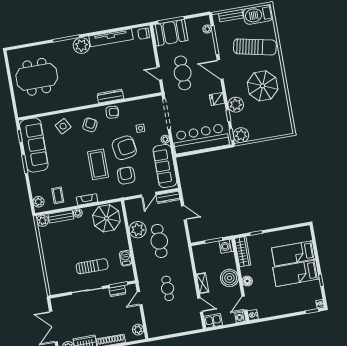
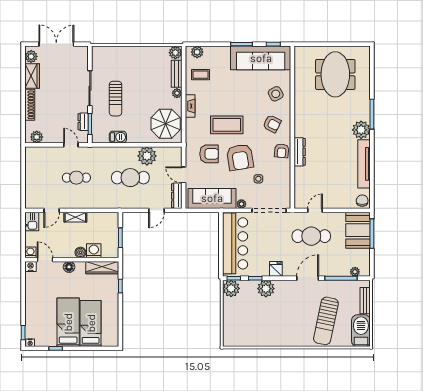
parasol: (263, 86) -> (281, 322), removed
washing machine: (226, 246) -> (94, 251), moved
boiler: (229, 278) -> (80, 252), width x0.54, depth x0.54

